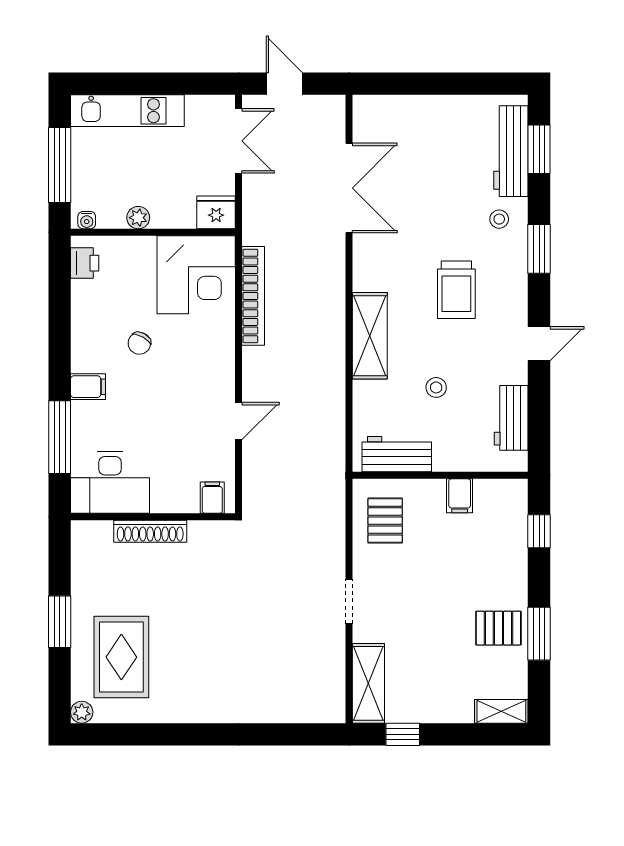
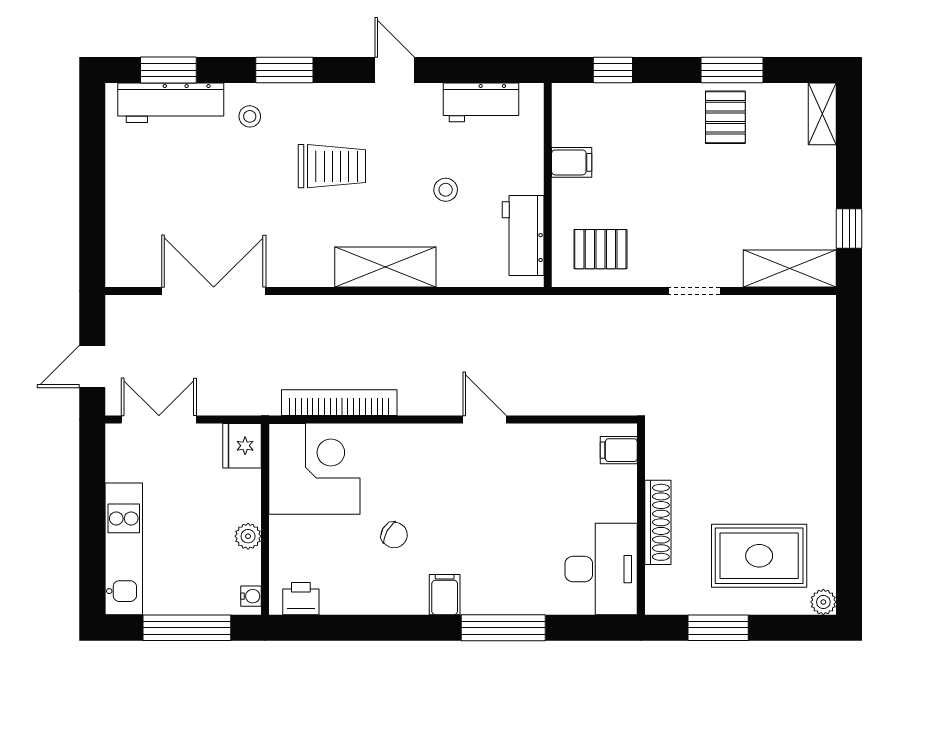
desk: (110, 482) -> (601, 569), moved
filing cabinet: (212, 498) -> (619, 450), moved
wall: (153, 517) -> (641, 519), moved
shoe rack: (150, 531) -> (658, 522), moved

